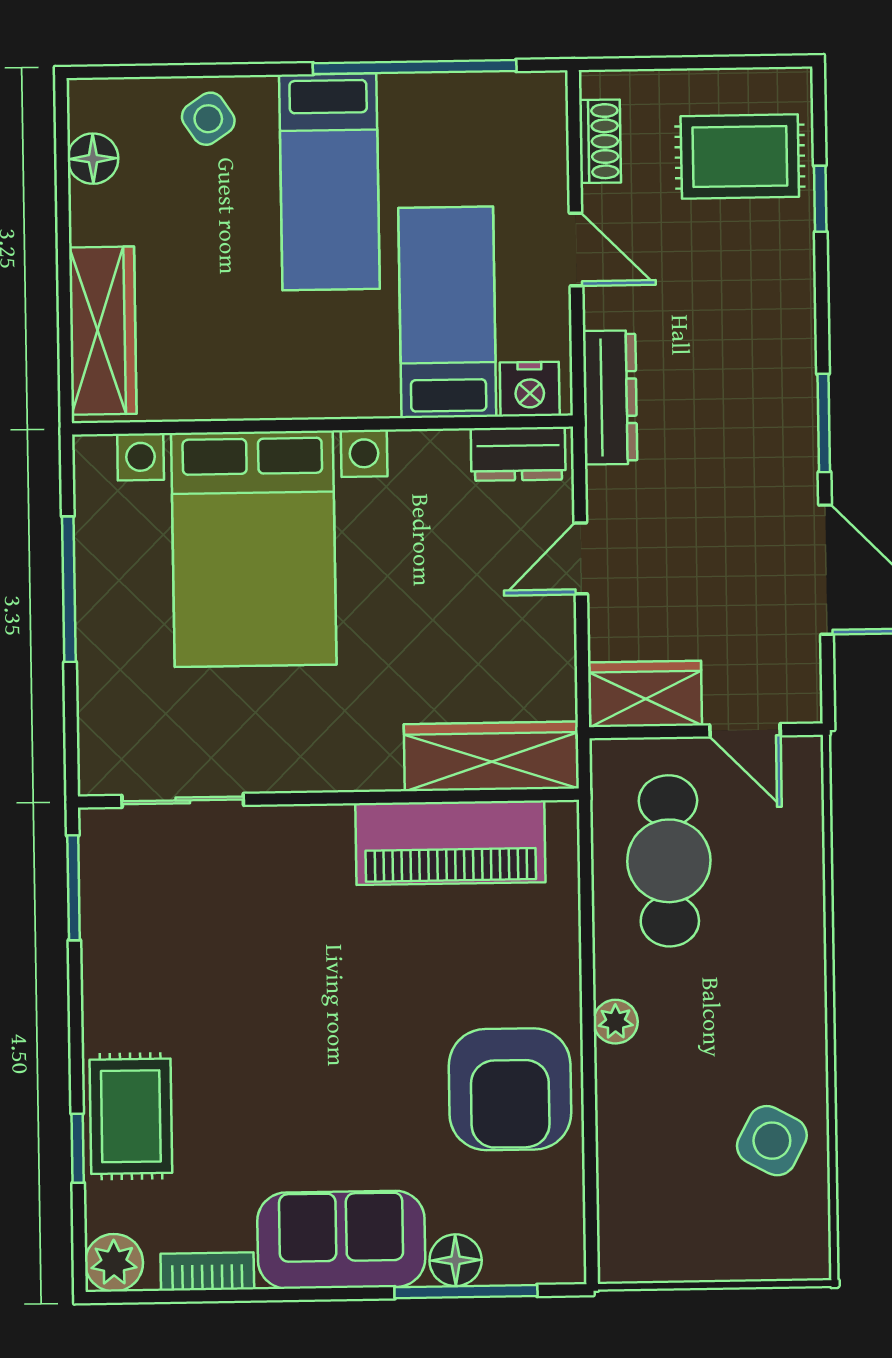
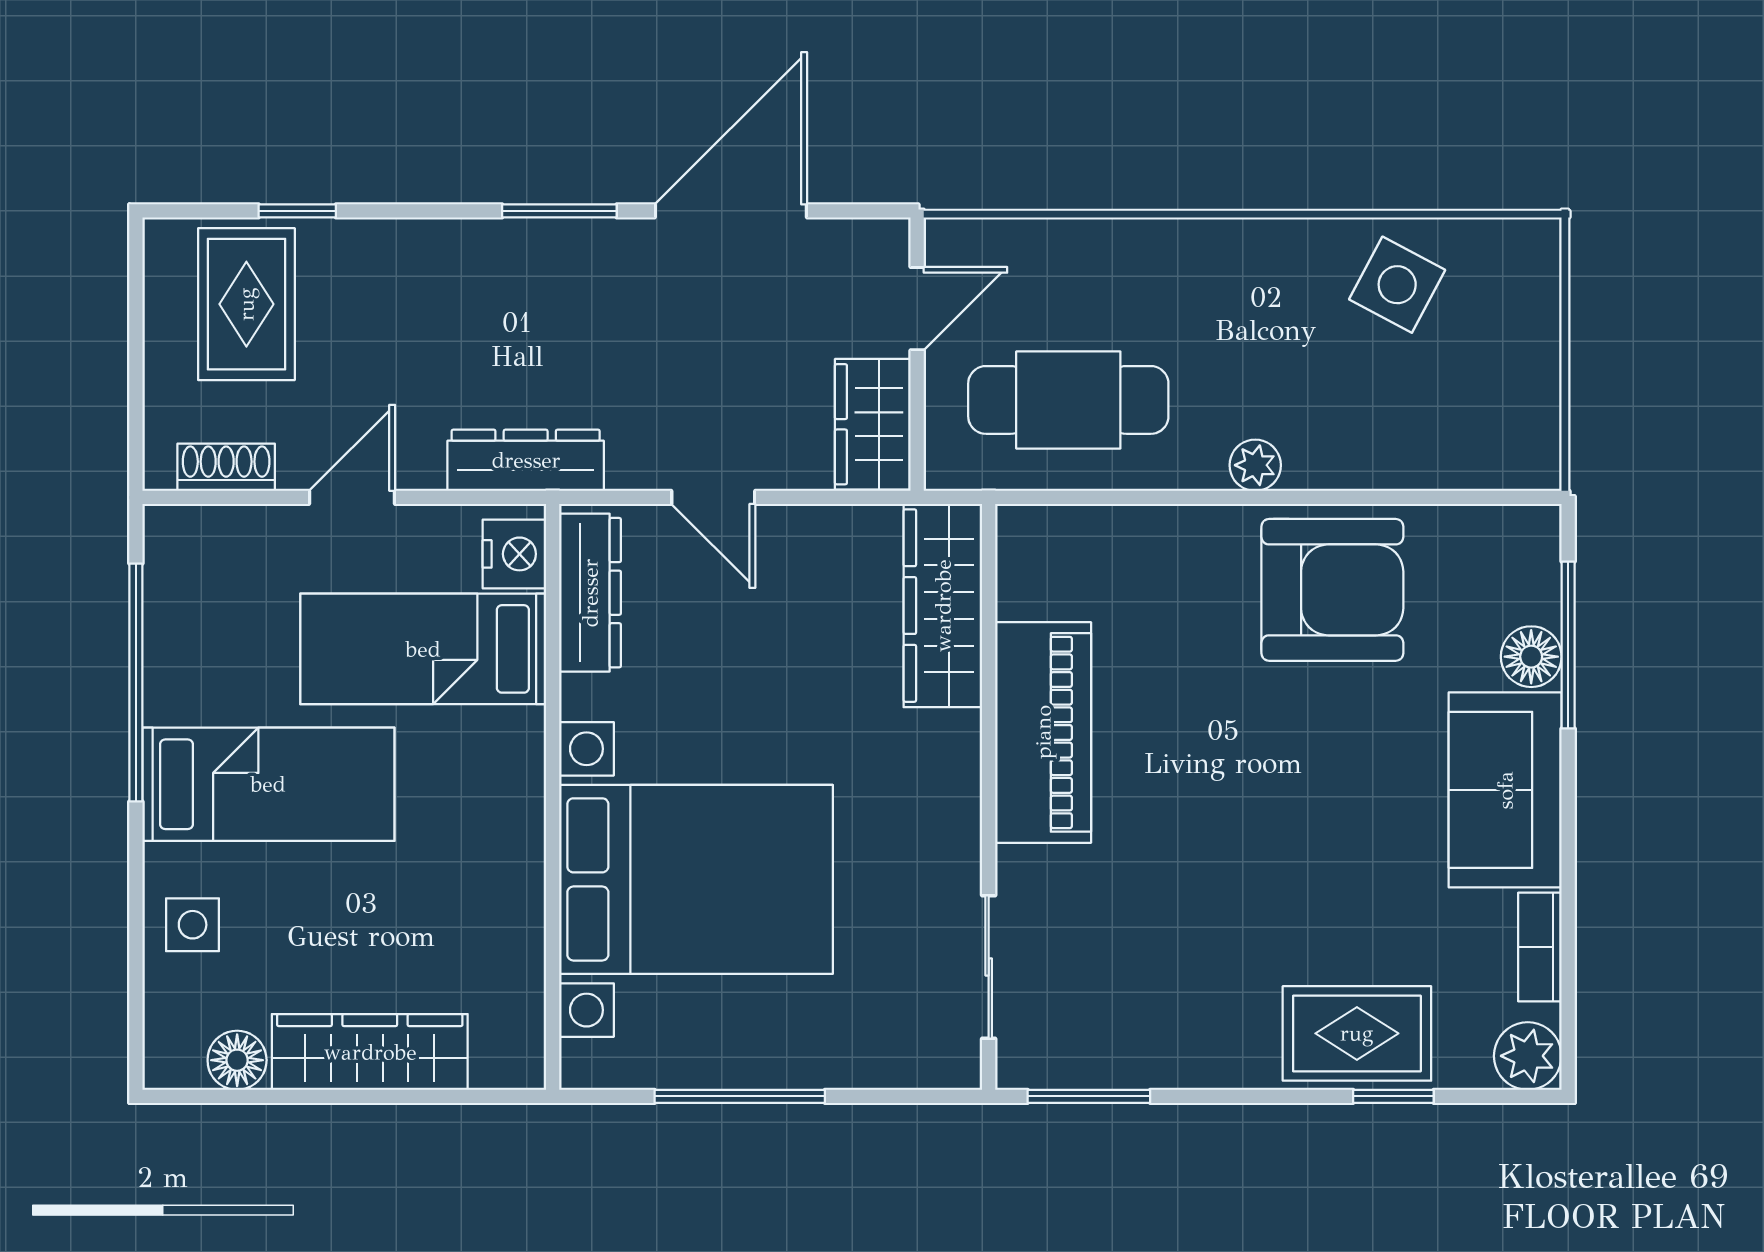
side table: (208, 119) -> (193, 925), turned 34
wardrobe: (103, 331) -> (370, 1052), moved
dresser: (518, 454) -> (590, 593), width x1.44
piano: (450, 843) -> (1043, 732), moved

